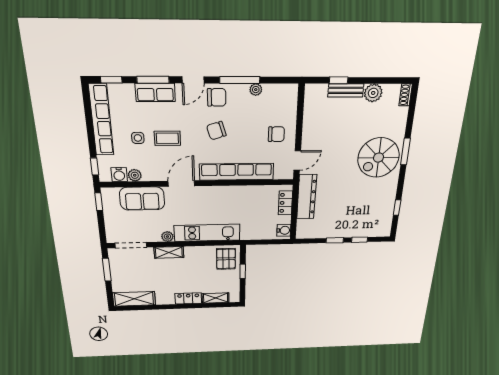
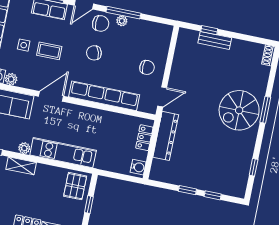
plant: (256, 90) -> (122, 21), moved
plant: (373, 93) -> (239, 48), removed

